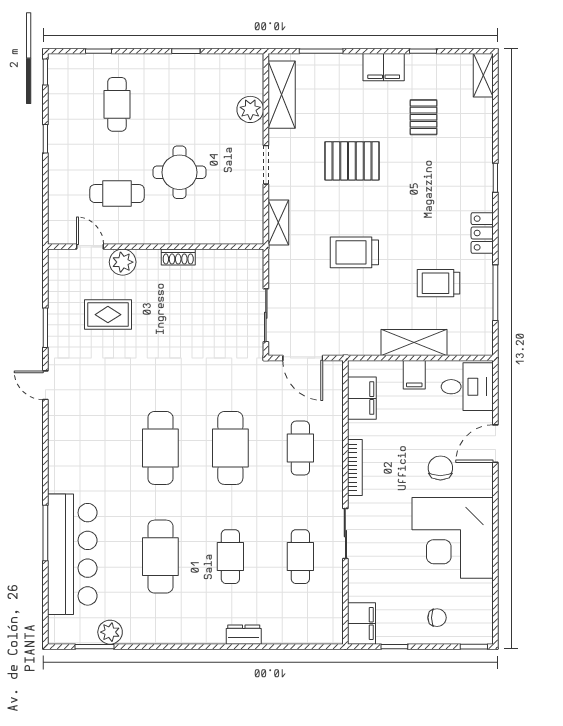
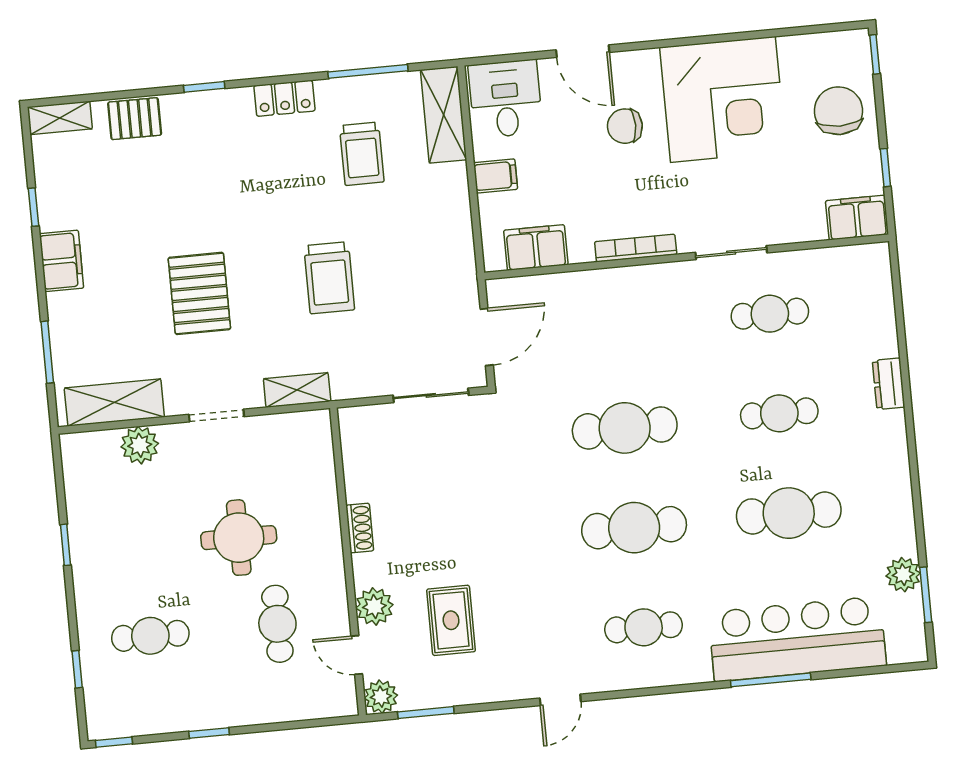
pallet: (424, 117) -> (135, 119), moved
door: (90, 247) -> (357, 655), hinge flipped
plant: (59, 261) -> (381, 697), added
window: (45, 328) -> (426, 713), moved
shelving: (414, 343) -> (444, 115), moved
cafe table: (300, 448) -> (644, 627), moved
chair: (437, 618) -> (838, 111), width x1.87, depth x1.87

